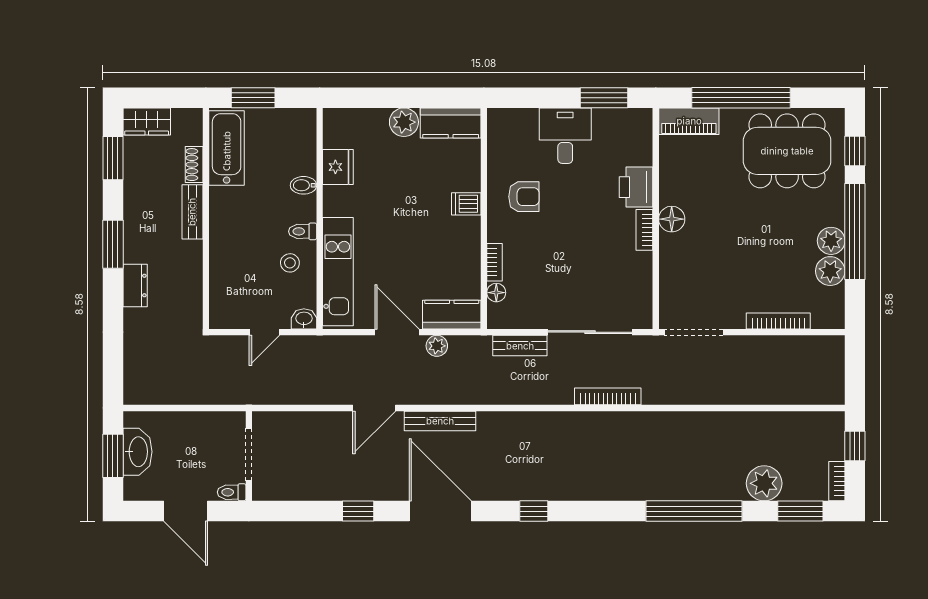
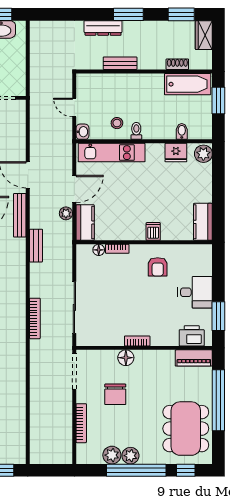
piano: (689, 121) -> (194, 358), moved, turned -90
plant: (404, 122) -> (203, 154), moved
bidet: (303, 185) -> (182, 131), moved
printer: (636, 187) -> (192, 336), moved
bench: (192, 212) -> (120, 63), moved
floor lamp: (672, 219) -> (126, 358), moved
chair: (731, 266) -> (115, 394), added
dresser: (135, 285) -> (103, 28), width x1.44
bench: (520, 346) -> (36, 246), moved

